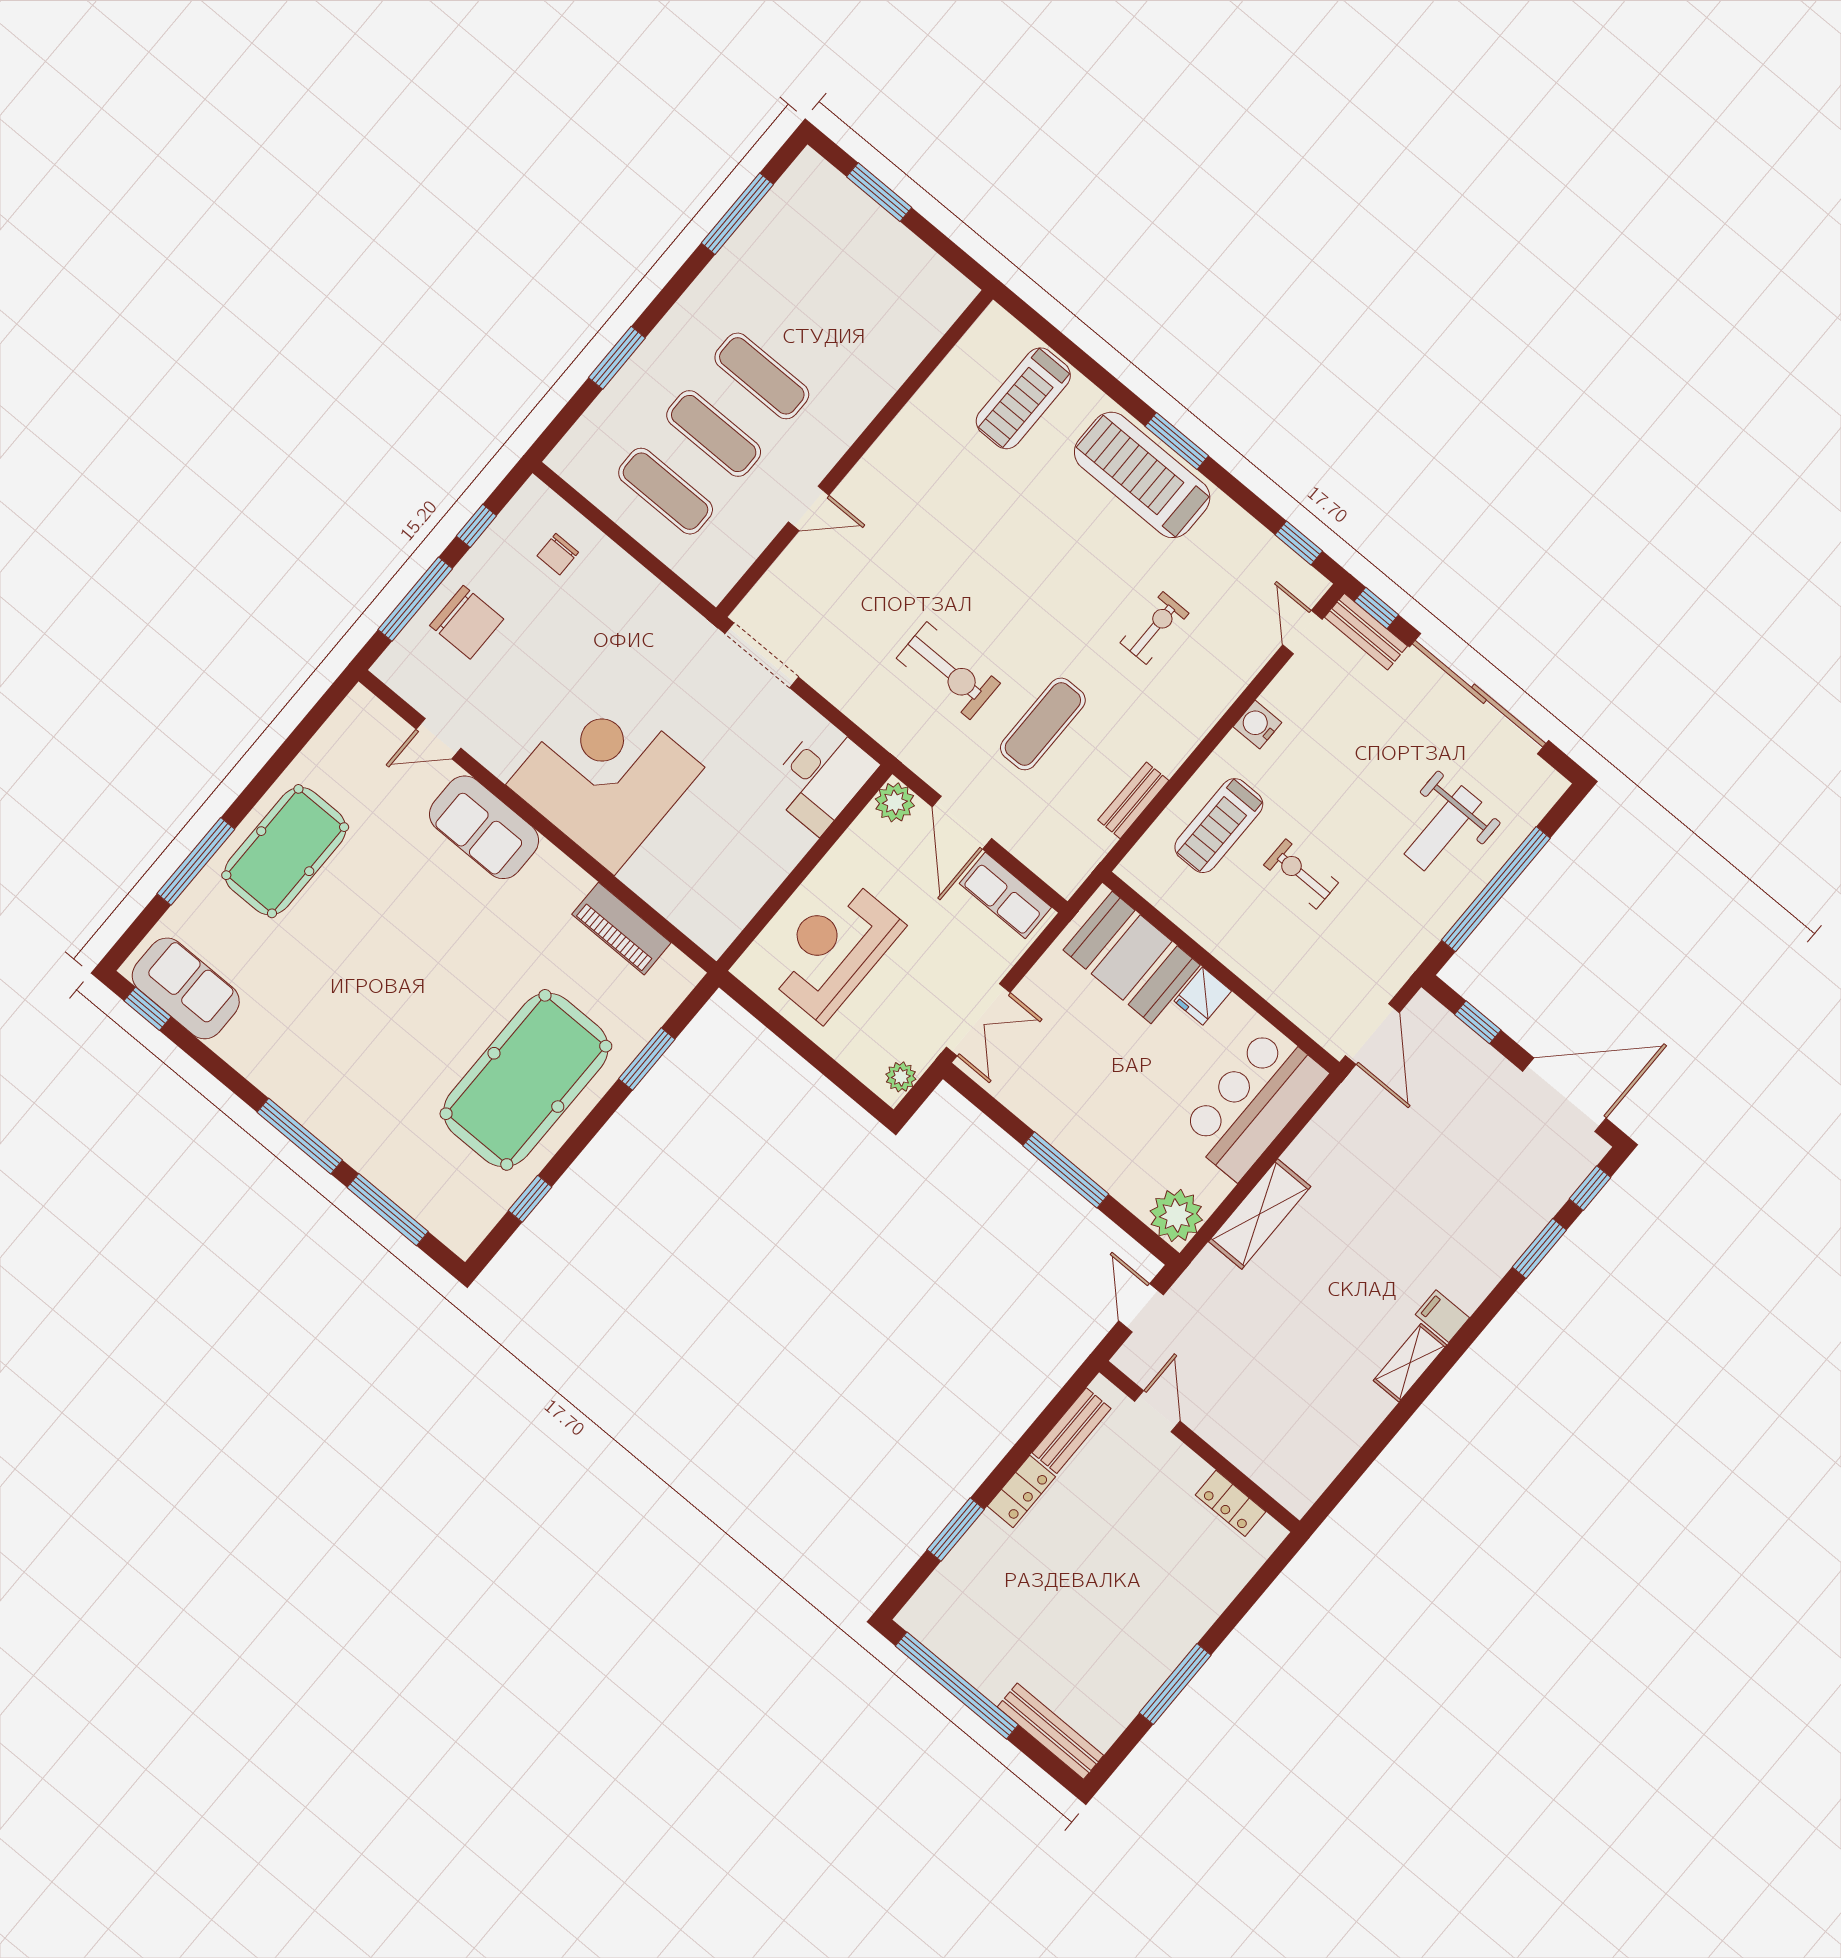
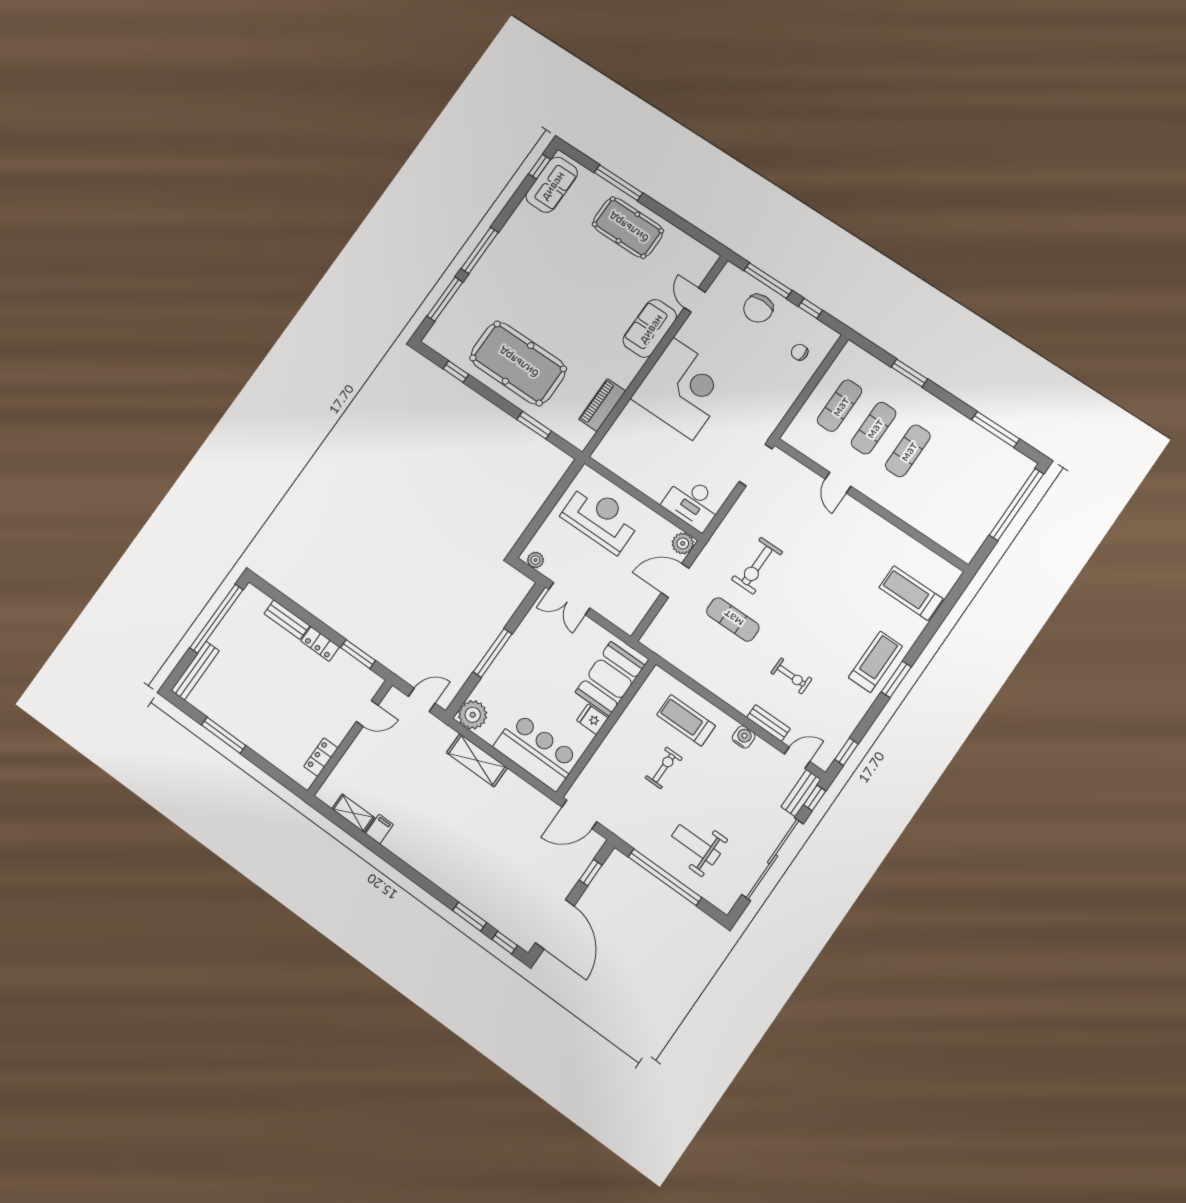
window: (879, 192) -> (1016, 505), width x2.11
treadmill: (1142, 475) -> (875, 662), width x0.73, depth x0.73
bench: (1133, 800) -> (768, 723), moved
row of seats: (1005, 895) -> (638, 607), removed
filing cabinet: (1442, 1316) -> (379, 829), moved
shelving: (1410, 1363) -> (353, 813), moved
bench: (1071, 1431) -> (287, 620), moved
window: (956, 1529) -> (358, 654), moved

